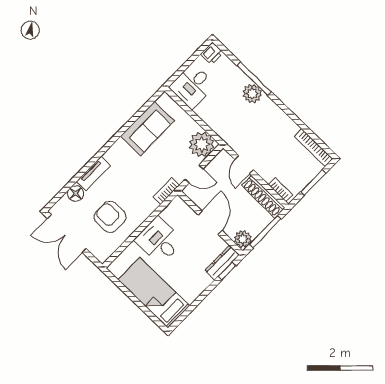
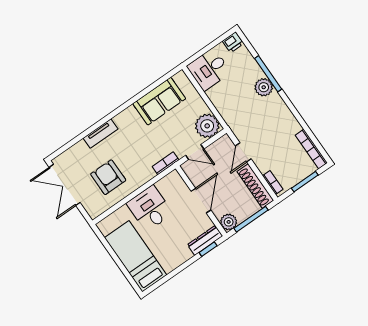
floor lamp: (76, 194) -> (80, 149), removed

